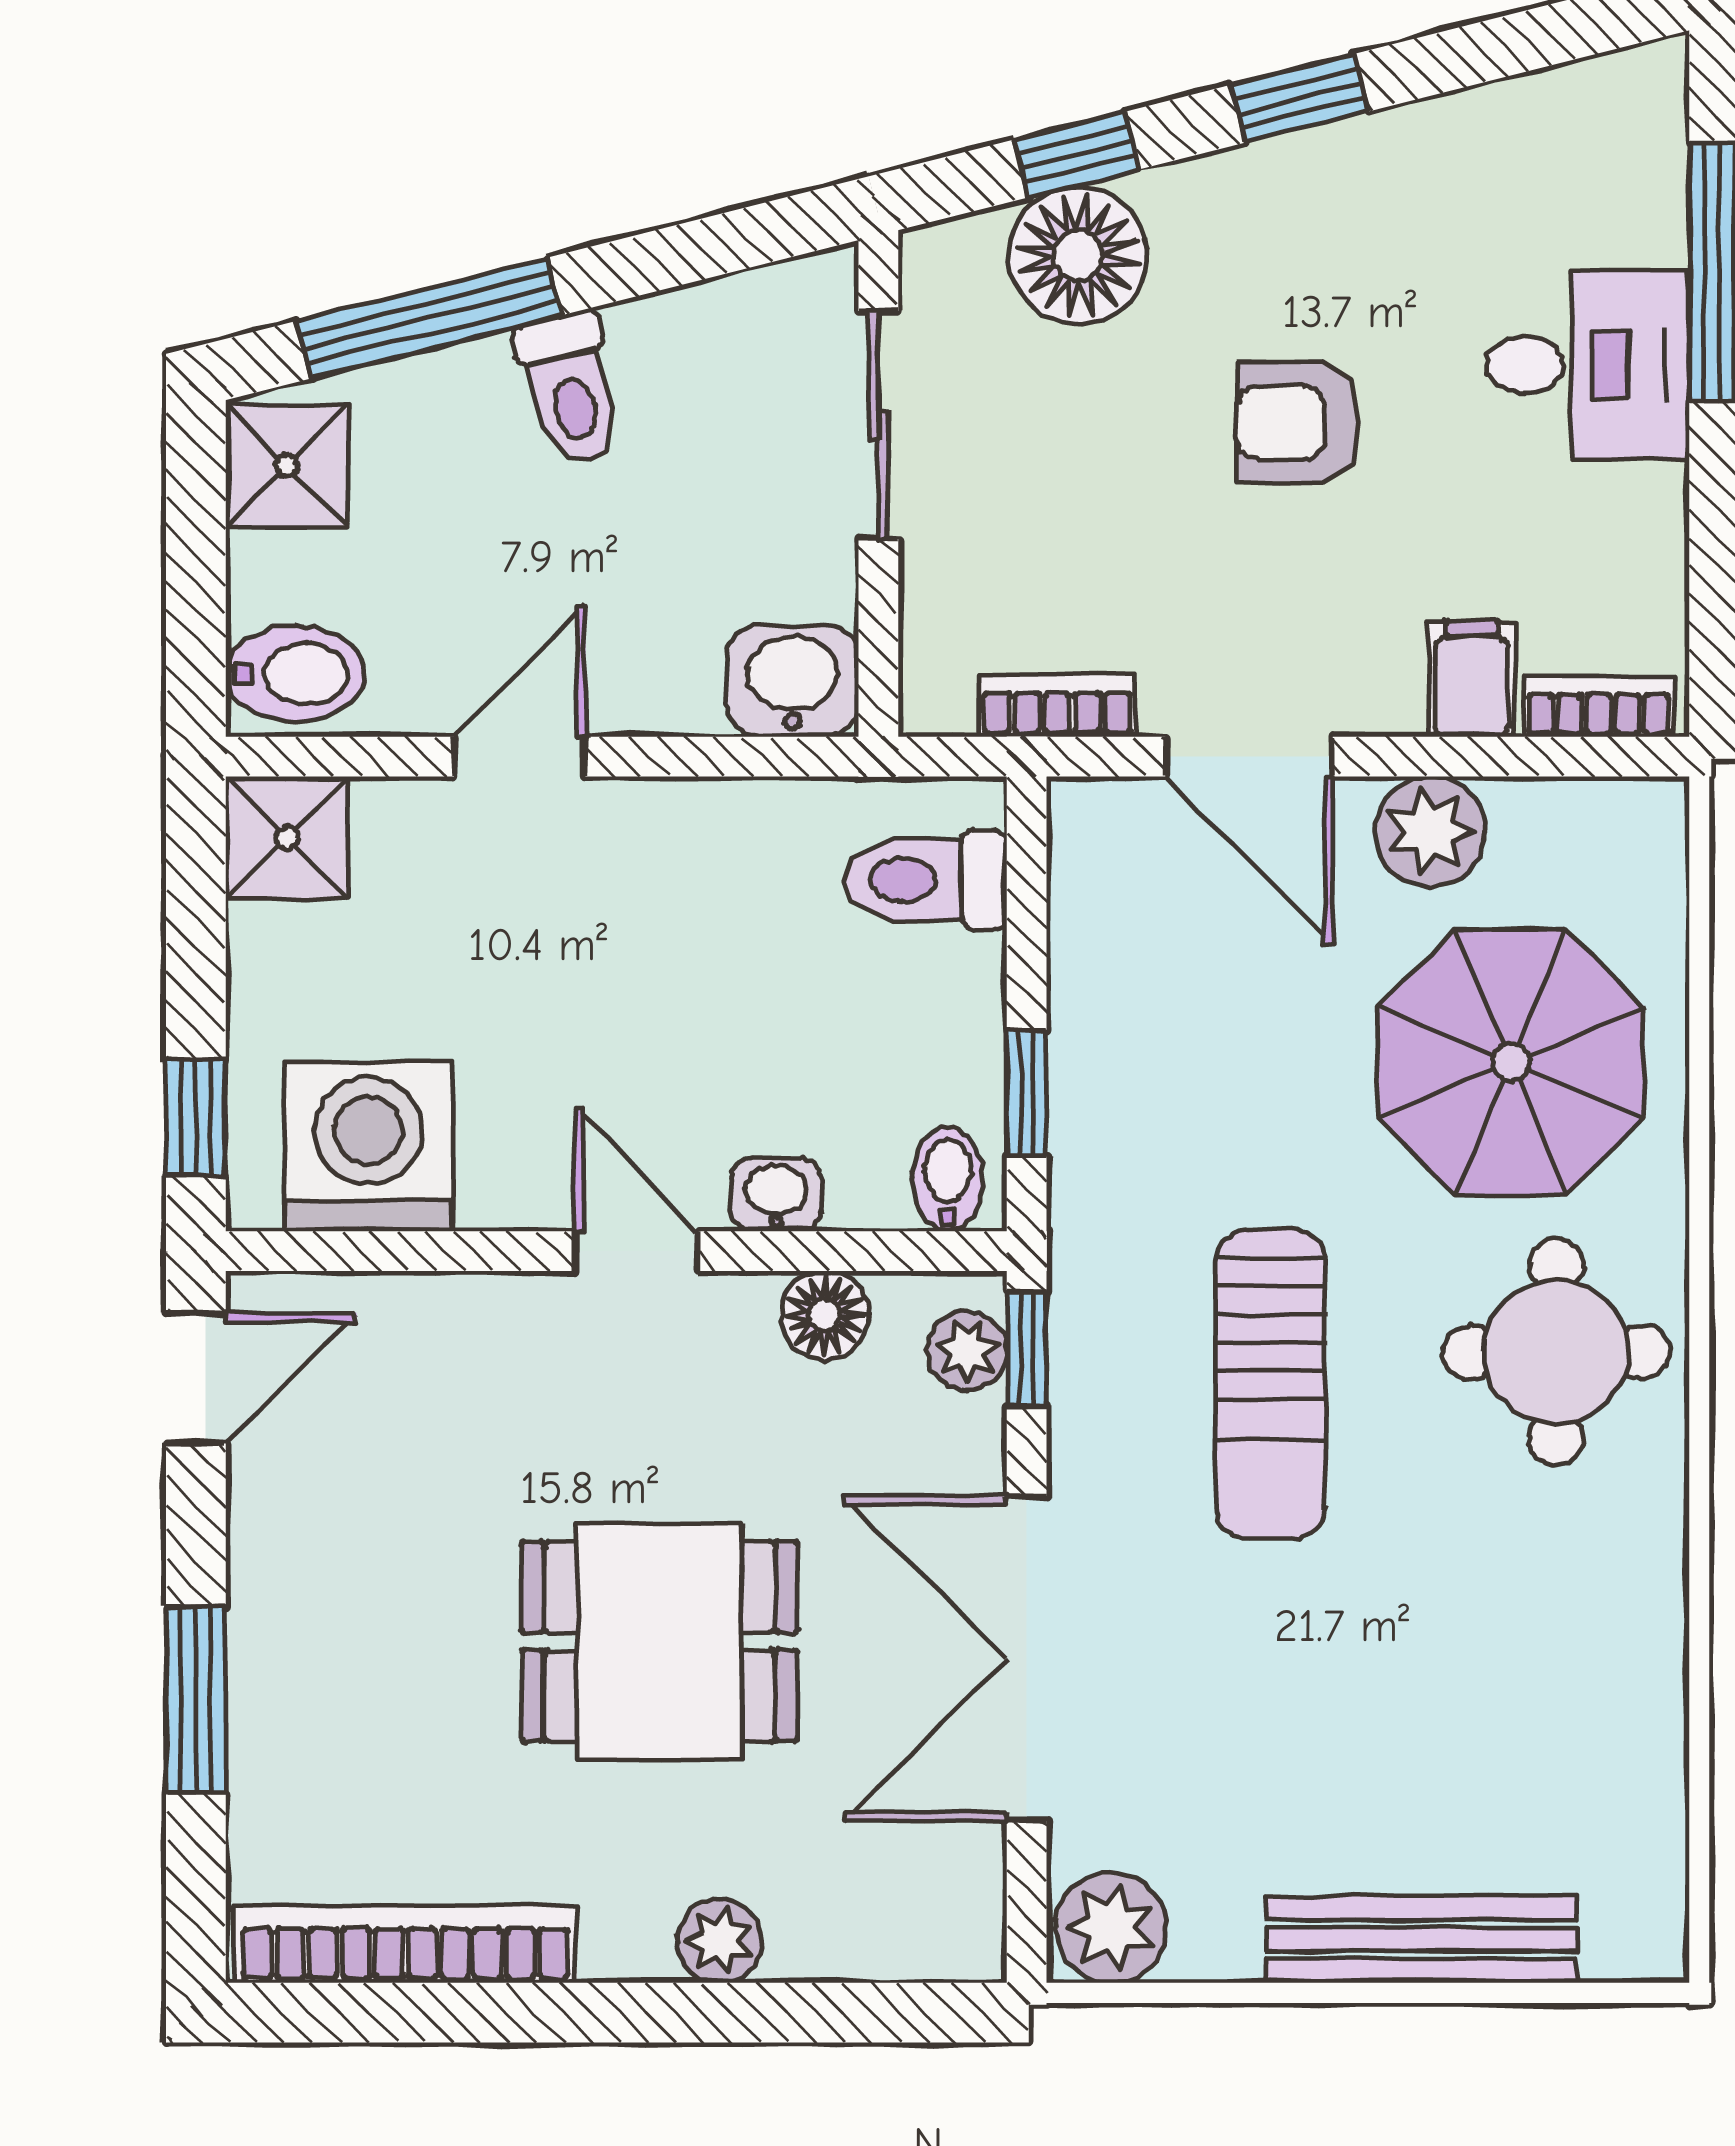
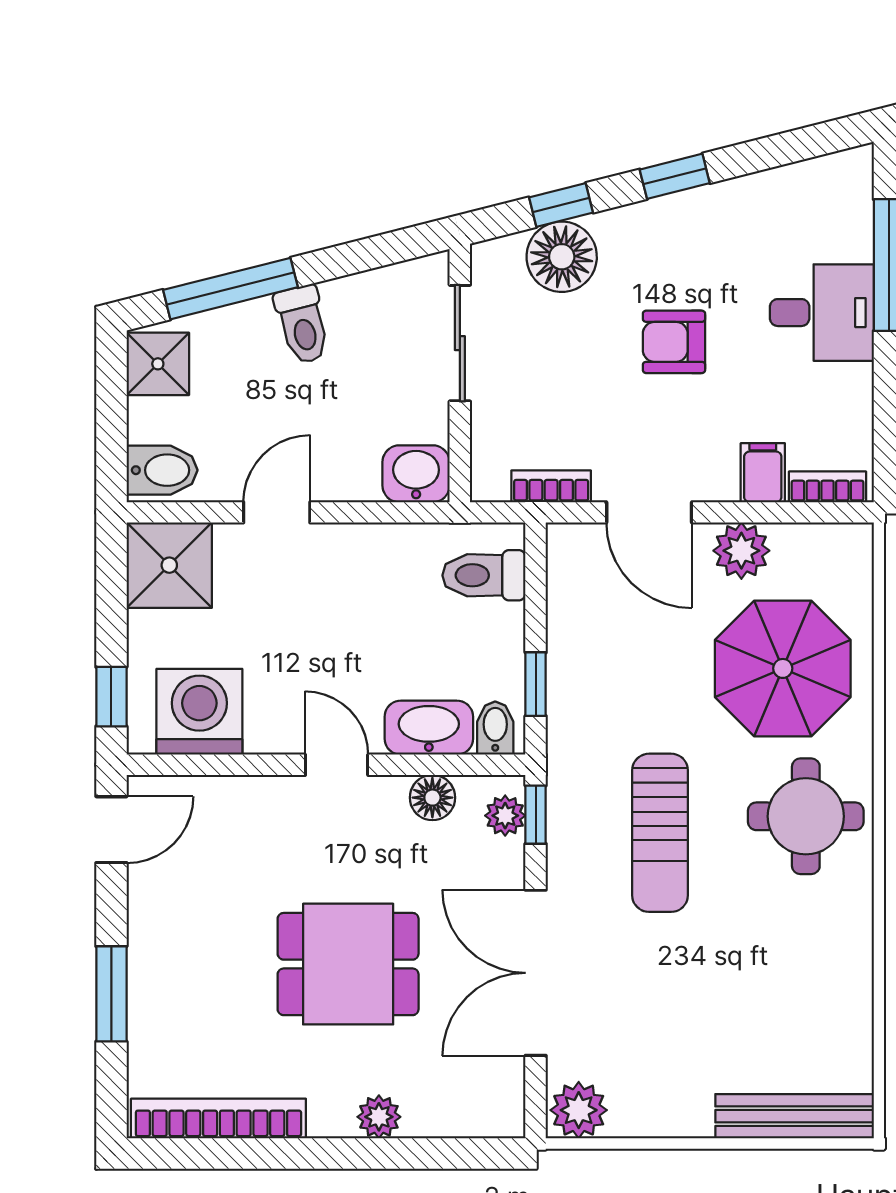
shower: (287, 838) -> (169, 565), width x1.36, depth x1.36
washbasin: (776, 1195) -> (429, 728), width x1.91, depth x1.45
bench: (1421, 1939) -> (795, 1116), moved

